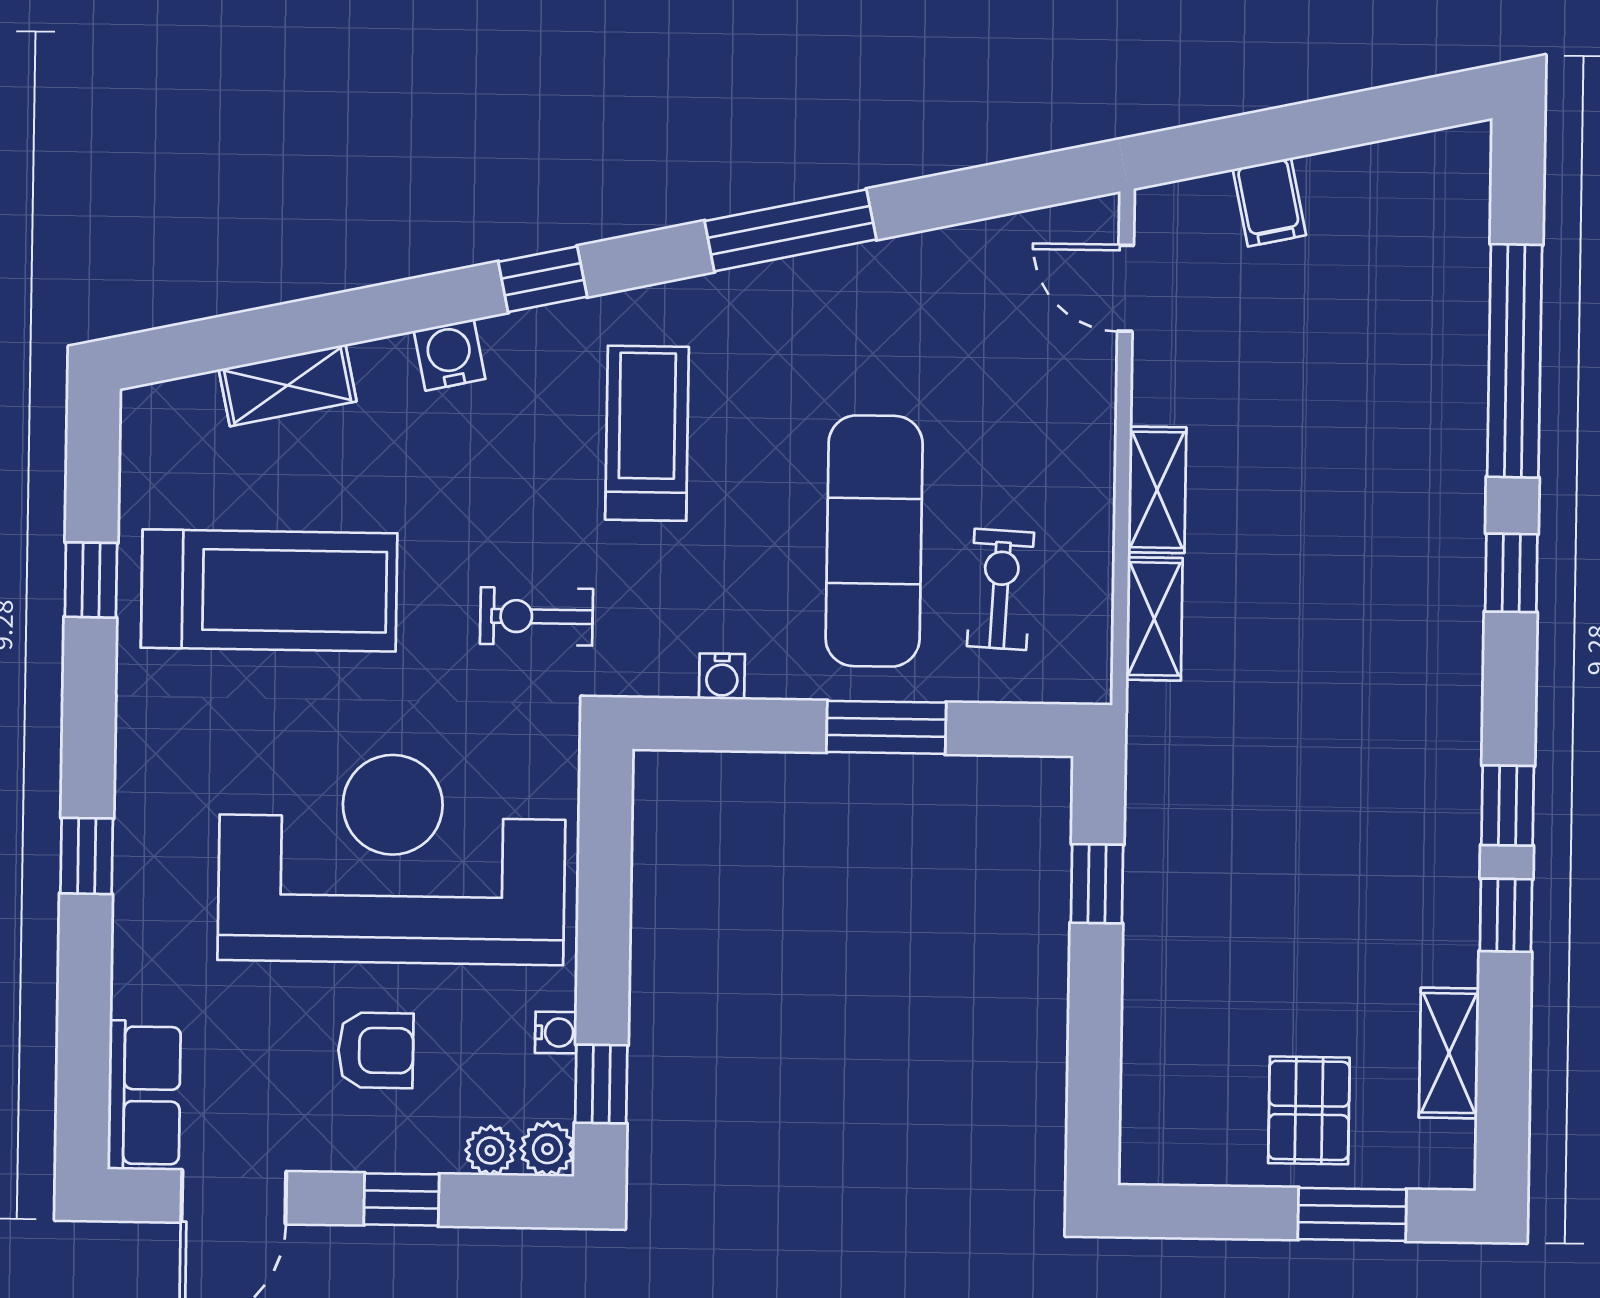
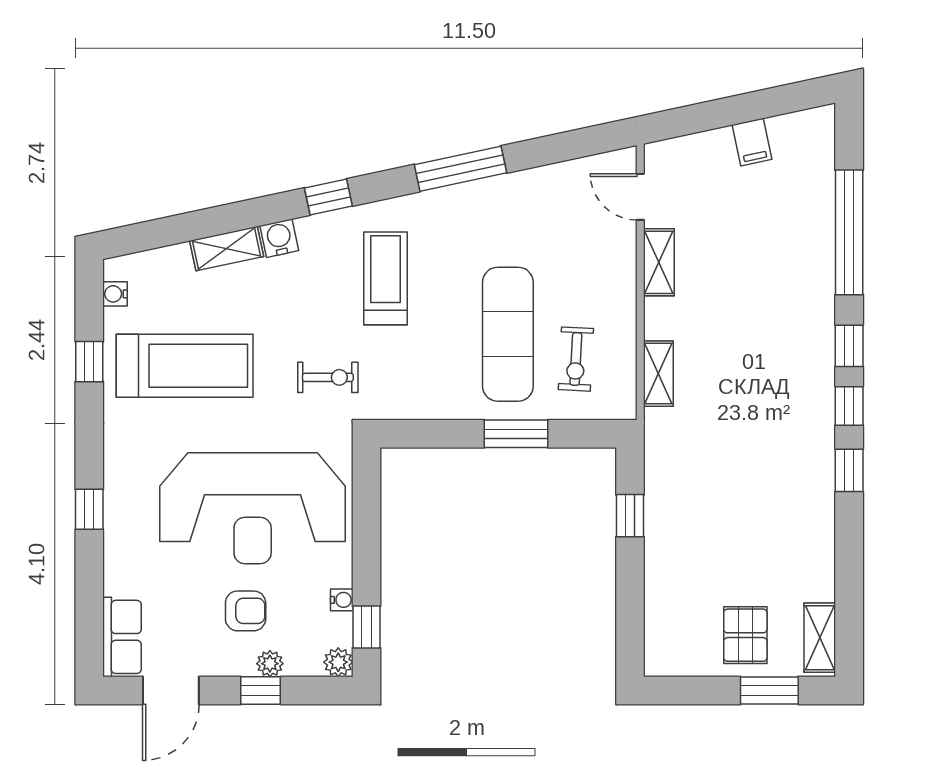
filing cabinet: (1269, 202) -> (752, 142), moved
shelving: (288, 385) -> (227, 249), moved
shelving: (1157, 490) -> (659, 262), moved
exercise bike: (1000, 589) -> (576, 359), turned 180
exercise bike: (536, 616) -> (328, 377), turned 180
water cooler: (722, 676) -> (115, 294), moved, turned 90
reception desk: (392, 859) -> (253, 508), turned 180
window: (1506, 915) -> (849, 406), moved
shelving: (1449, 1053) -> (820, 638), moved
plant: (490, 1150) -> (270, 664), moved

